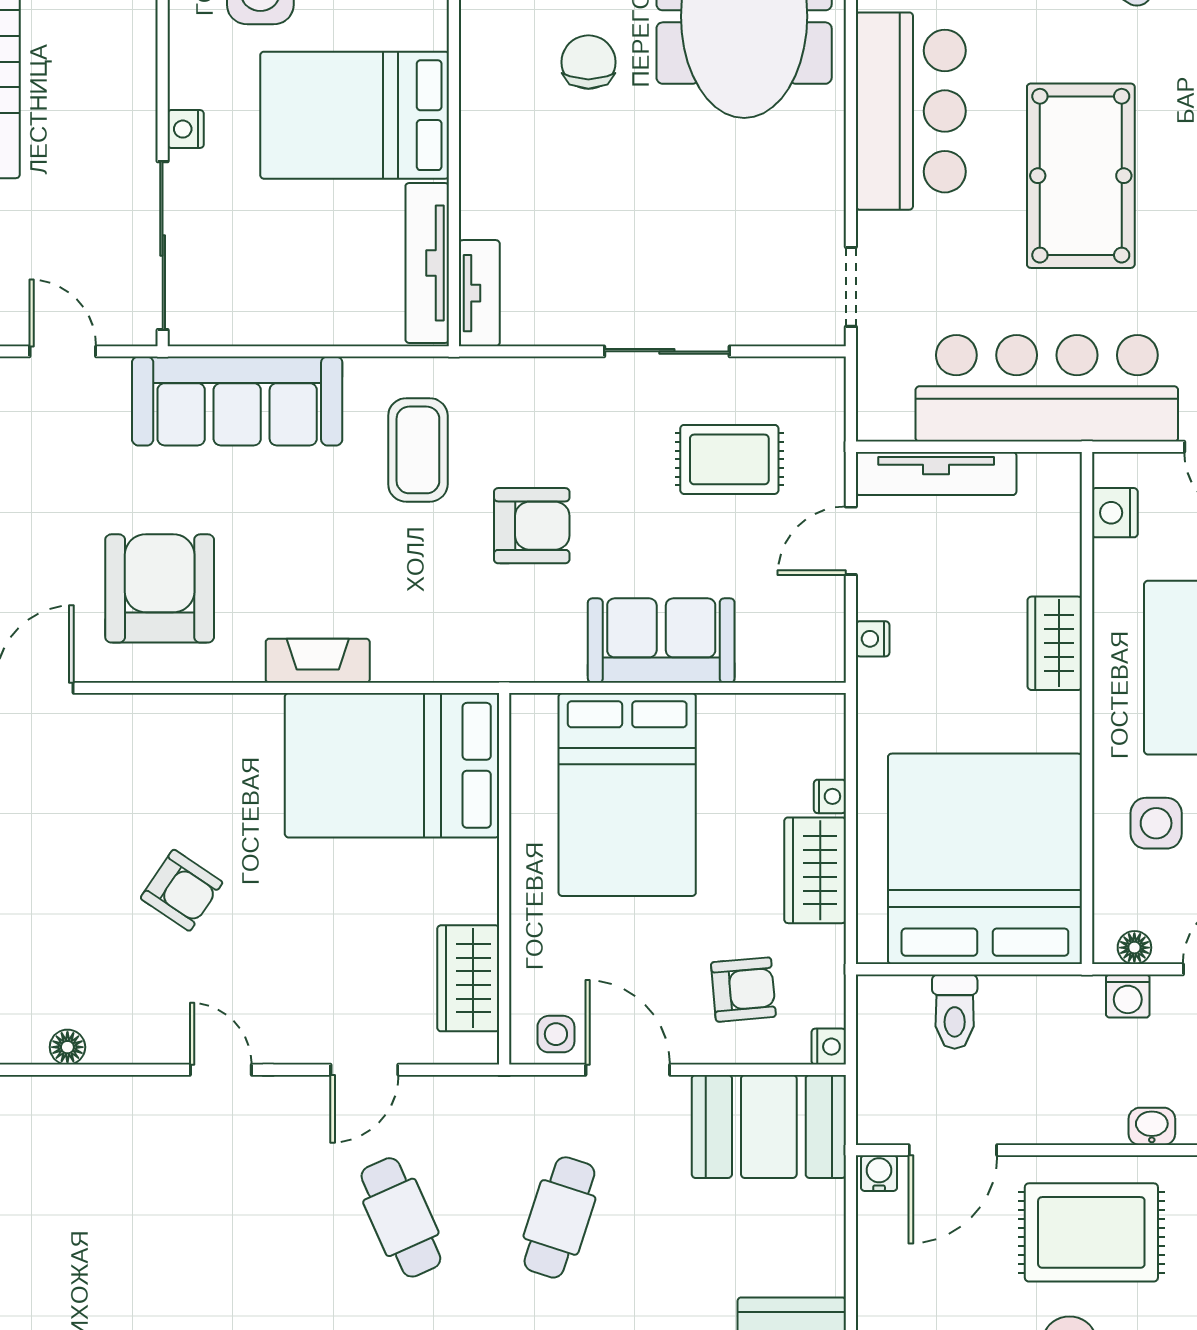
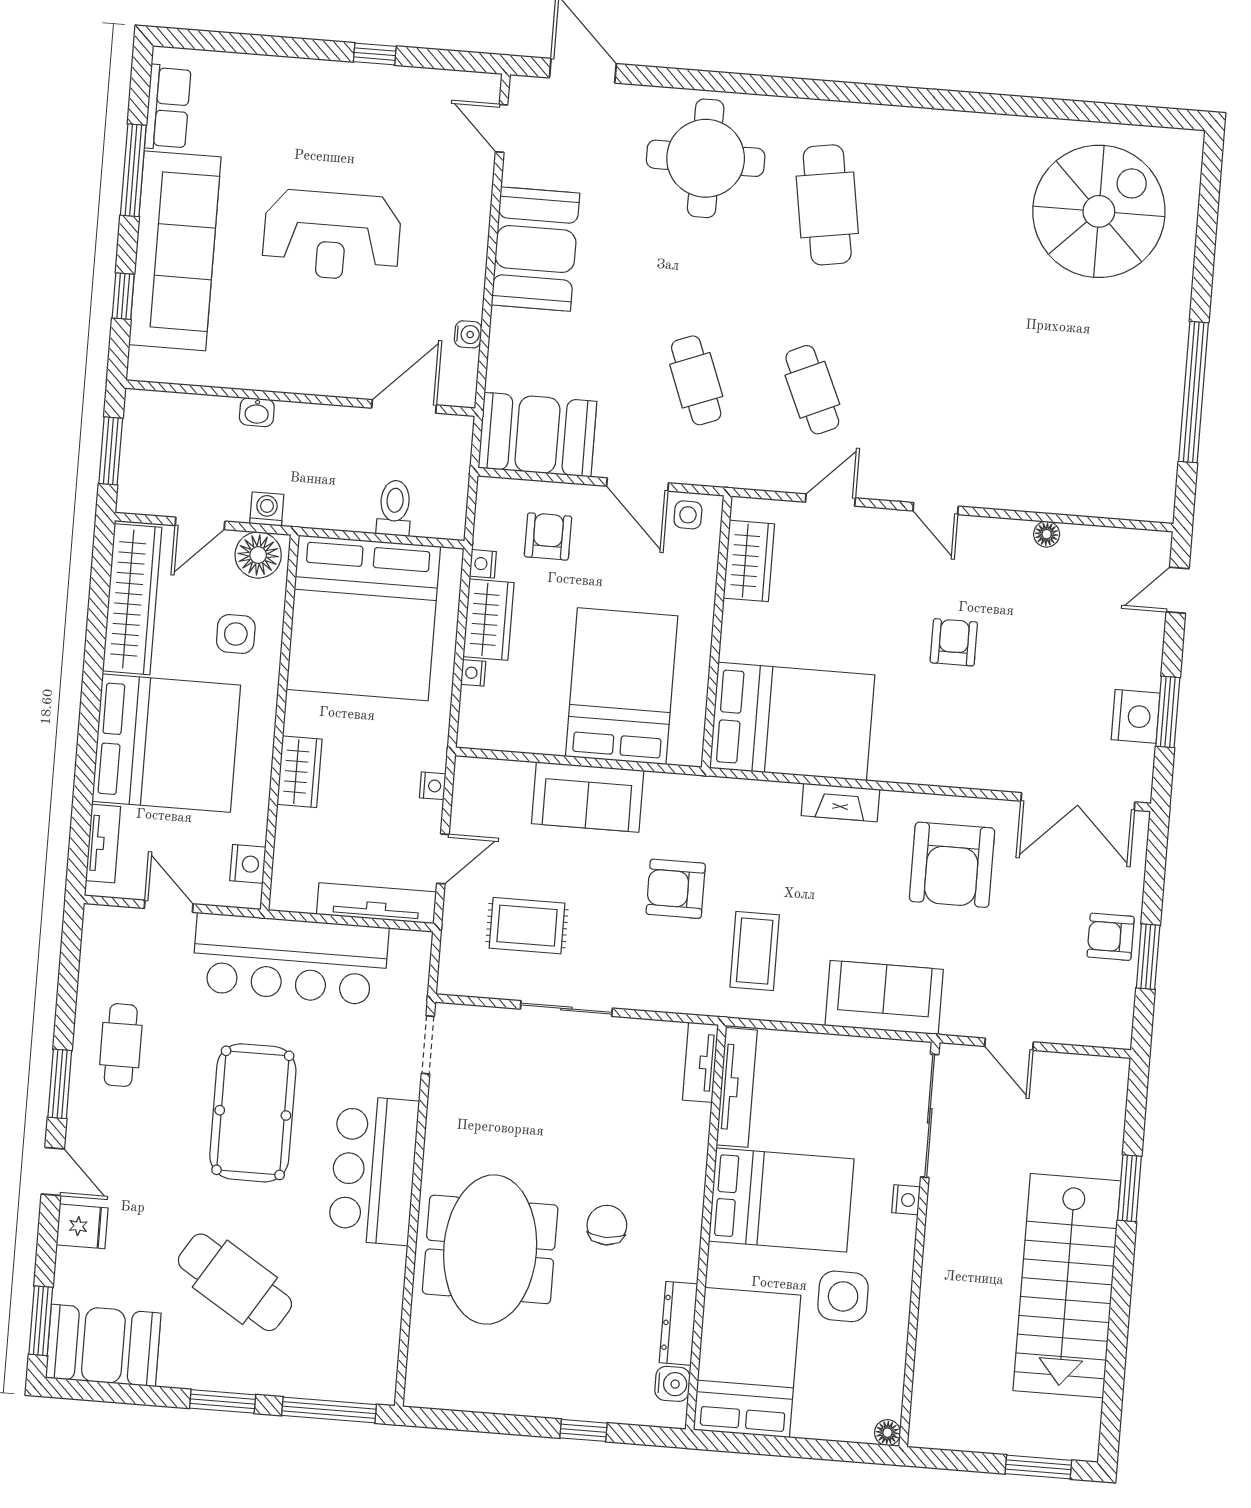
chair: (588, 62) -> (607, 1225), turned 180
sofa: (237, 401) -> (884, 998), width x0.73
armchair: (182, 890) -> (954, 642), turned 56
floor lamp: (1134, 948) -> (258, 555), width x1.89, depth x1.89
armchair: (743, 990) -> (548, 536), turned 95
nightstand: (829, 1047) -> (483, 564), moved
water cooler: (879, 1173) -> (468, 334), moved, turned -90
cafe table: (559, 1217) -> (696, 380), turned -39
rug: (1091, 1232) -> (307, 338), removed

